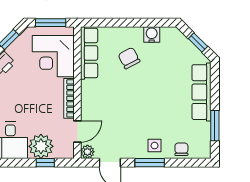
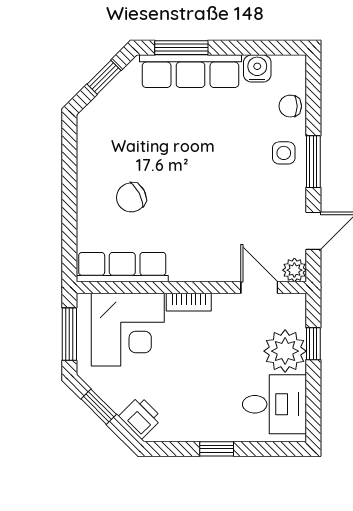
water cooler: (152, 35) -> (257, 68), moved, turned 90
bookcase: (69, 98) -> (189, 302), width x0.64
window: (215, 126) -> (181, 48), moved

